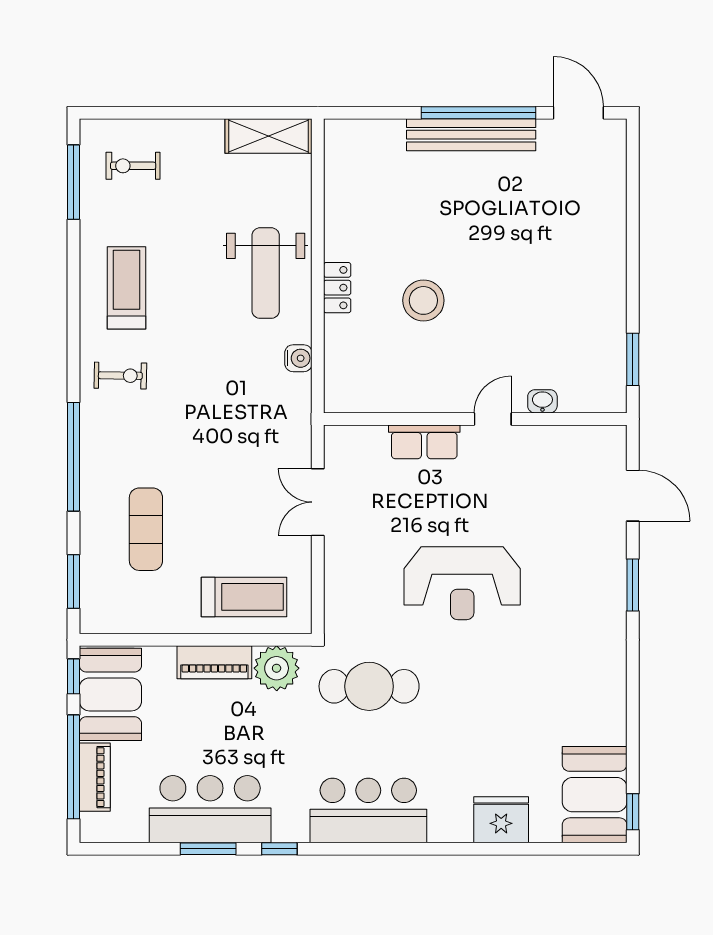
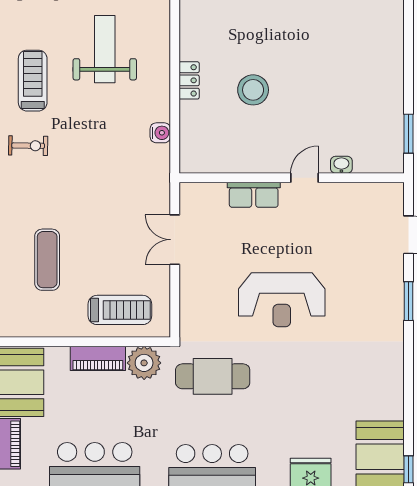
weight bench: (266, 273) -> (105, 49), moved, turned 180

